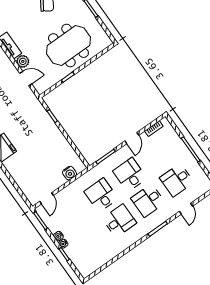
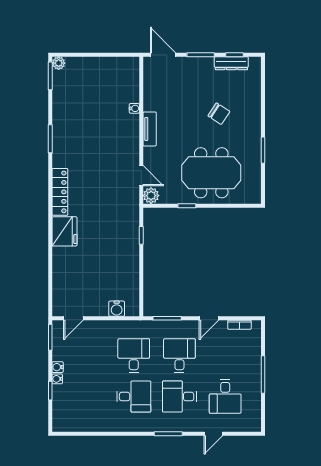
plant: (23, 61) -> (151, 196), moved
desk: (177, 180) -> (225, 397), turned -90

